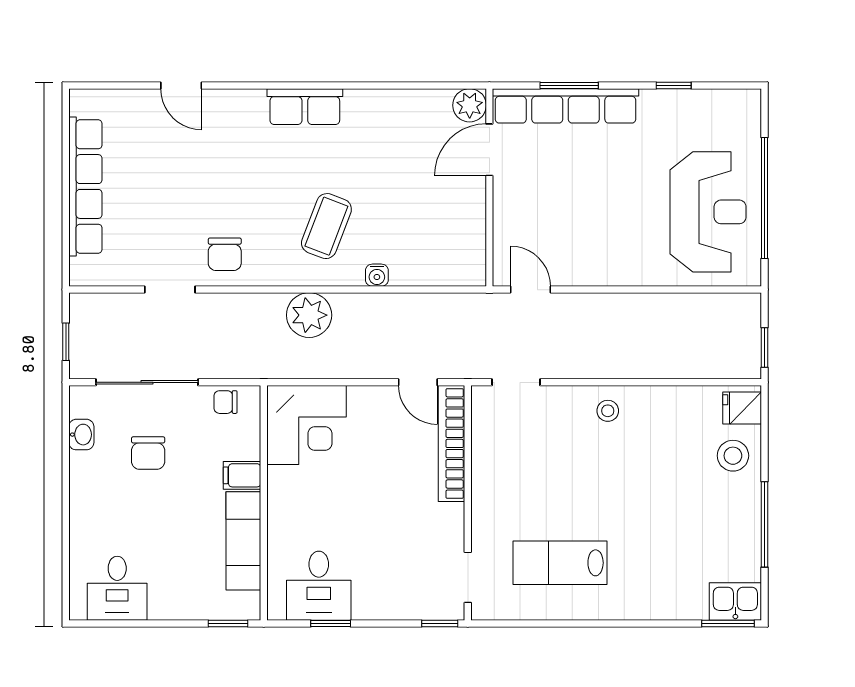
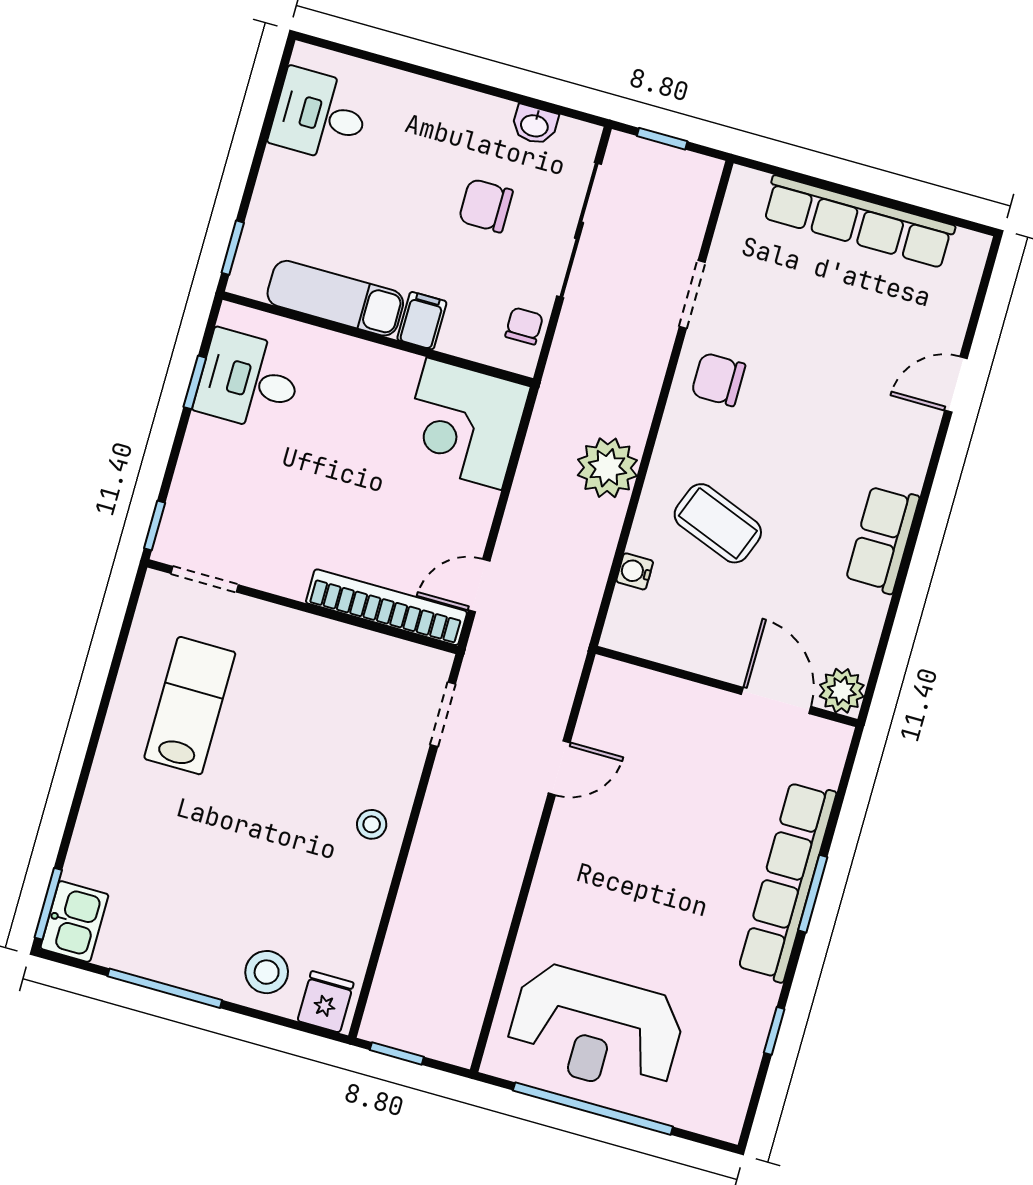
plant: (470, 105) -> (842, 691), moved
door: (489, 150) -> (776, 700), moved
wall: (489, 188) -> (727, 686), moved

